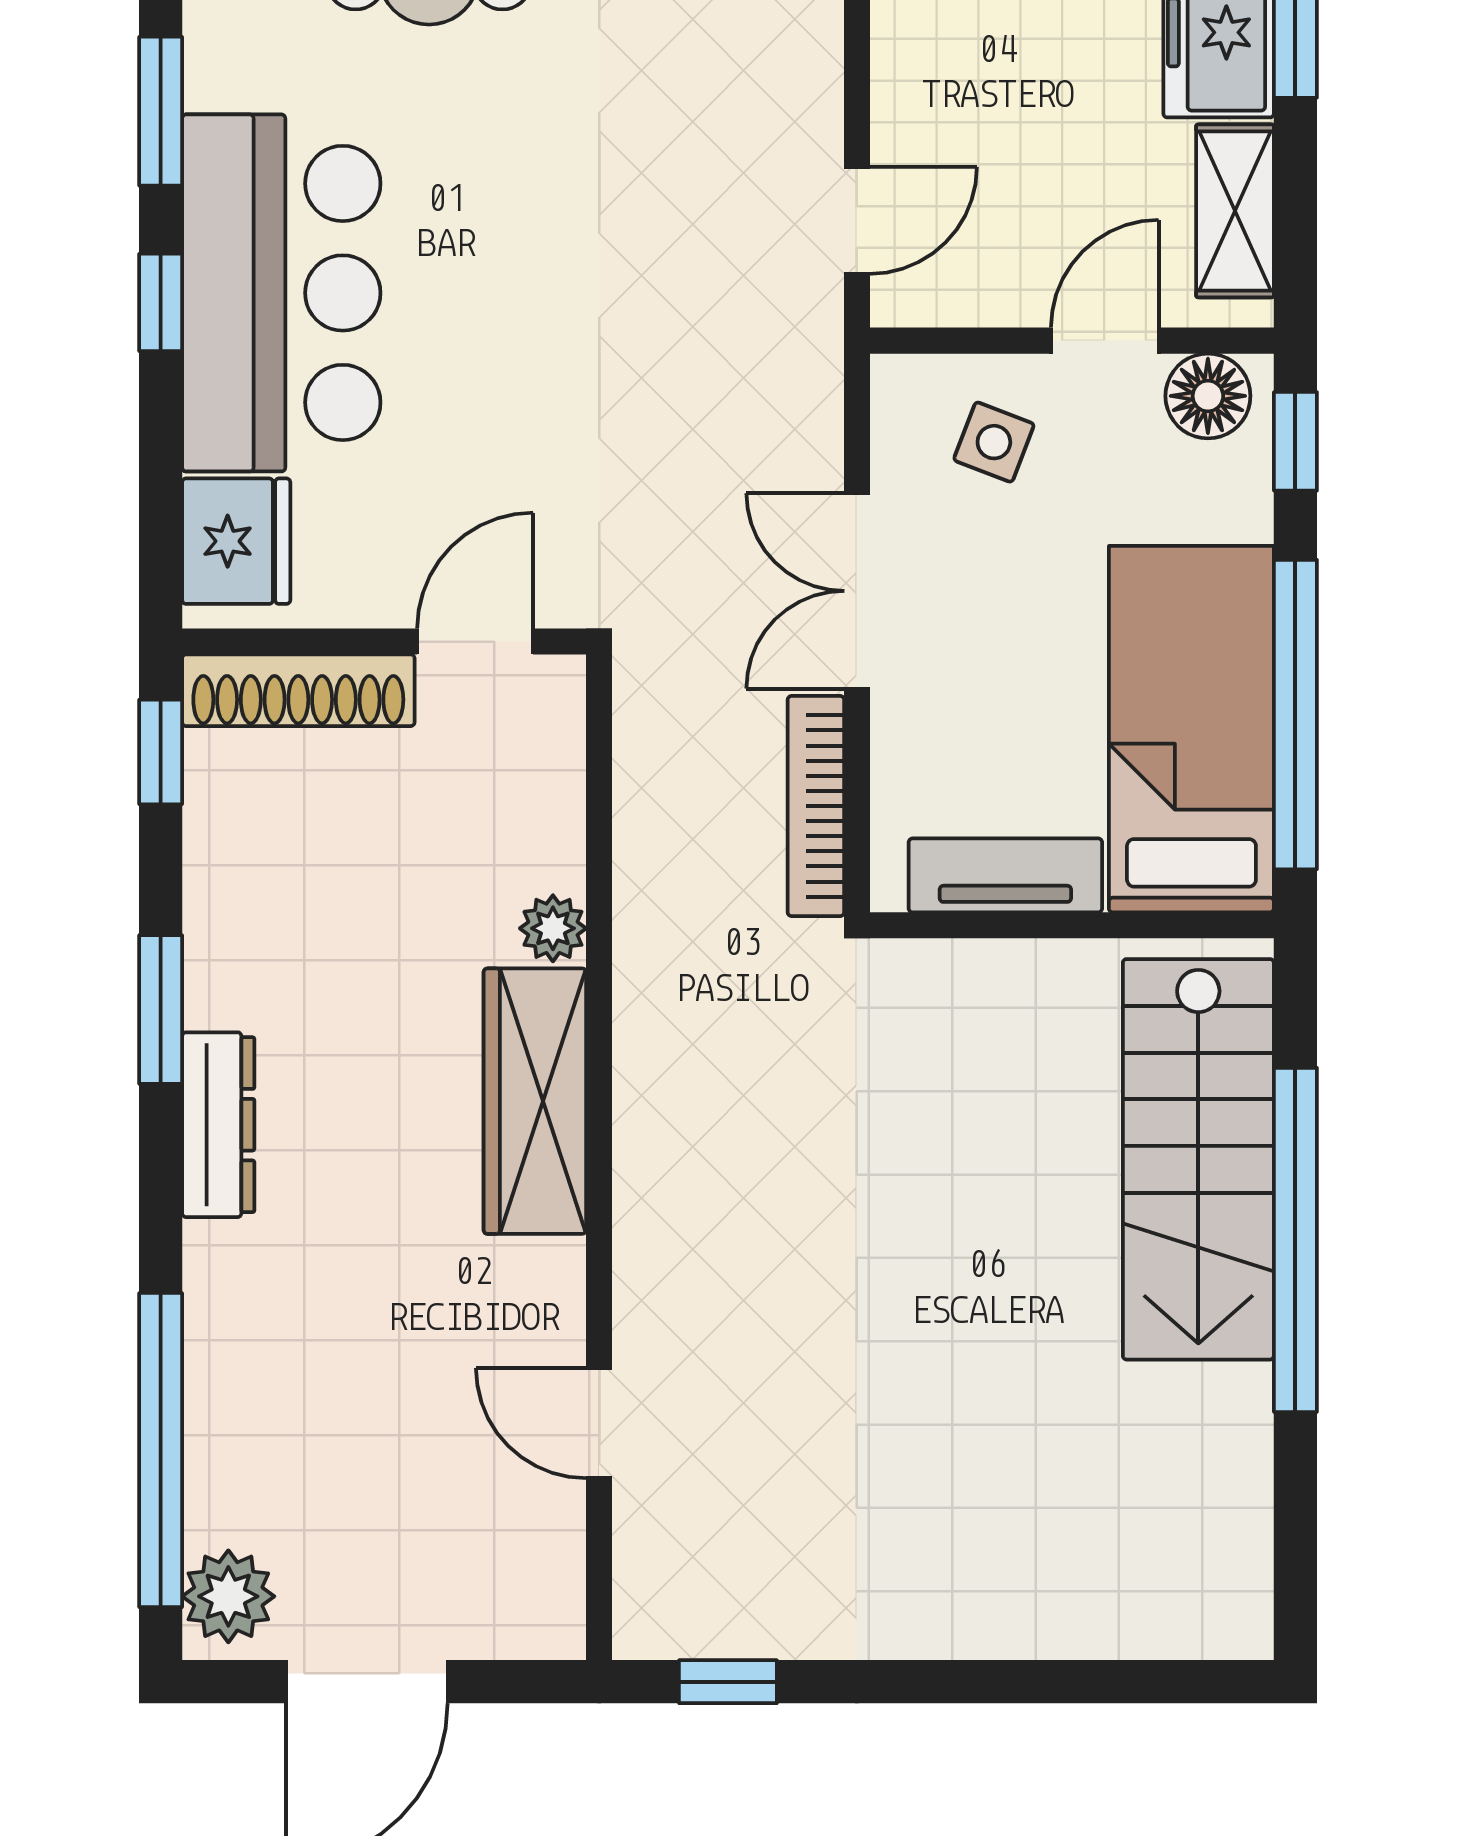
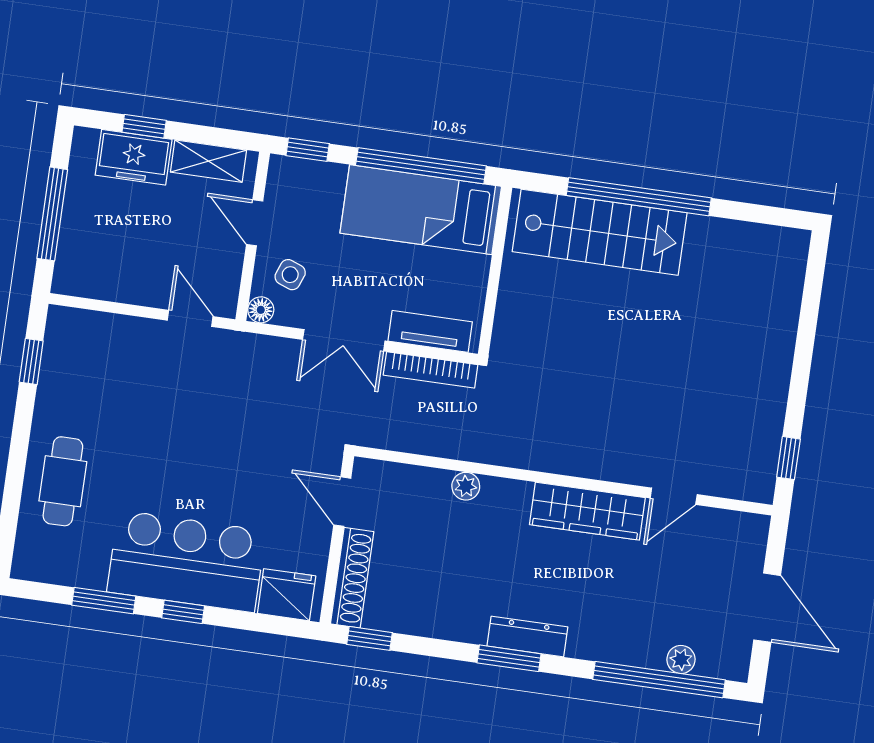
floor lamp: (1208, 396) -> (261, 310), moved, width x0.73, depth x0.73
tv unit: (1005, 875) -> (430, 331), moved, turned 90
window: (161, 1009) -> (509, 658), moved
wardrobe: (535, 1101) -> (587, 511), moved
plant: (228, 1596) -> (681, 659), moved, width x0.73, depth x0.73

